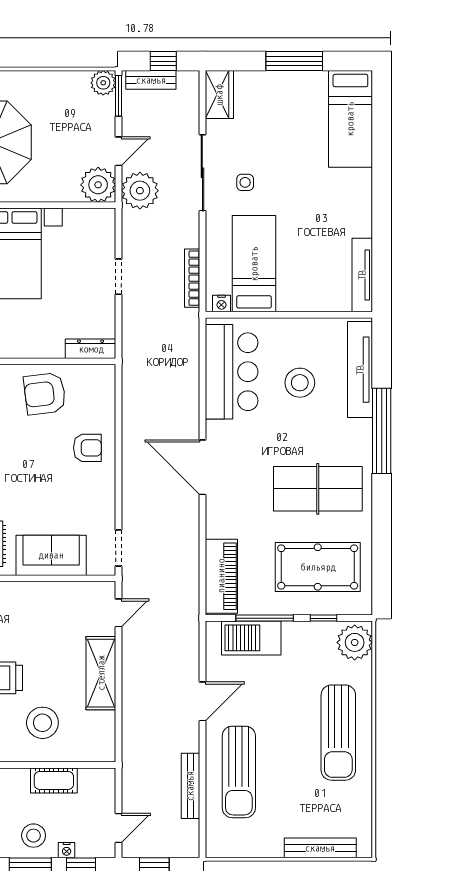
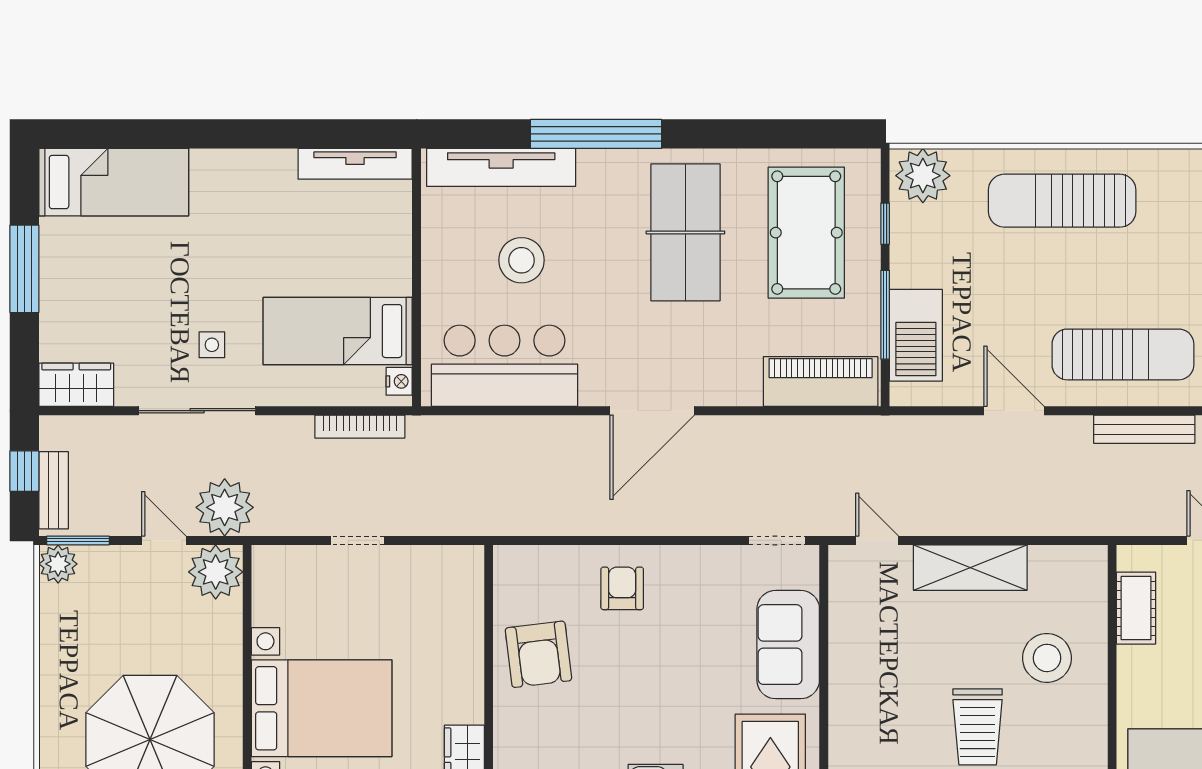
dresser: (91, 349) -> (469, 584), removed
sun lounger: (338, 733) -> (1062, 201), turned 180
cot: (54, 780) -> (1136, 608), moved

